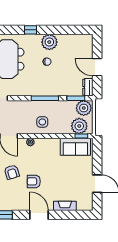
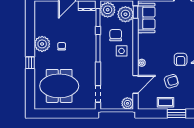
chair: (58, 116) -> (116, 35), added

